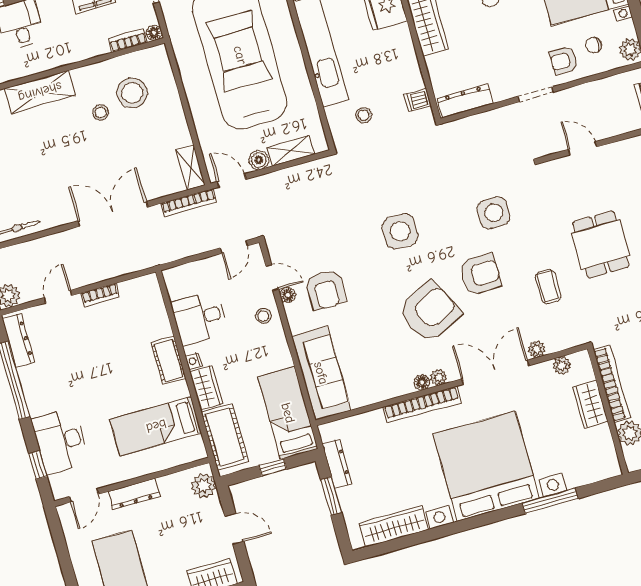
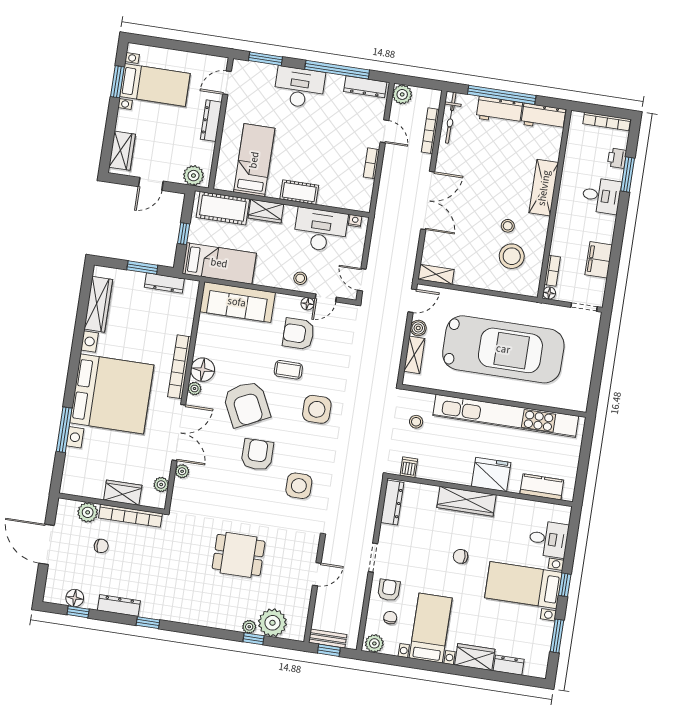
bookcase: (189, 202) -> (430, 131), moved
armchair: (480, 274) -> (257, 455), turned 180
coffee table: (548, 287) -> (288, 370), moved
desk: (200, 318) -> (320, 230), width x1.37
nightstand: (194, 361) -> (355, 221), moved
floor lamp: (422, 382) -> (203, 370), width x1.89, depth x1.89
desk: (61, 441) -> (299, 88), moved
window: (38, 465) -> (265, 59), width x1.50
door: (84, 495) -> (227, 83), hinge flipped

